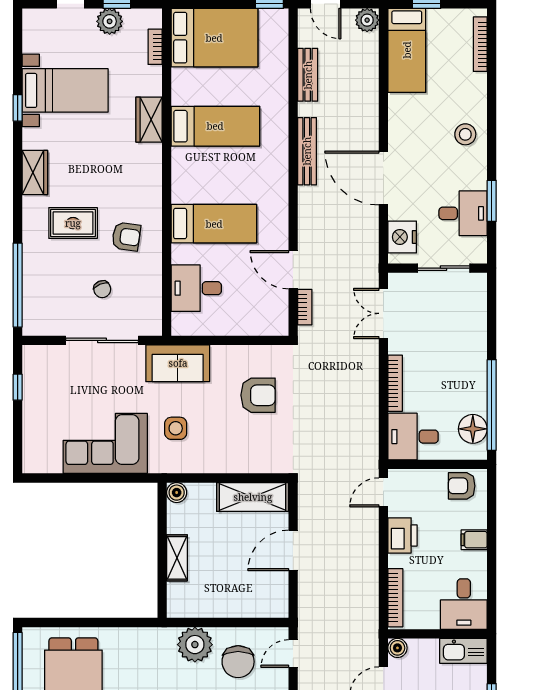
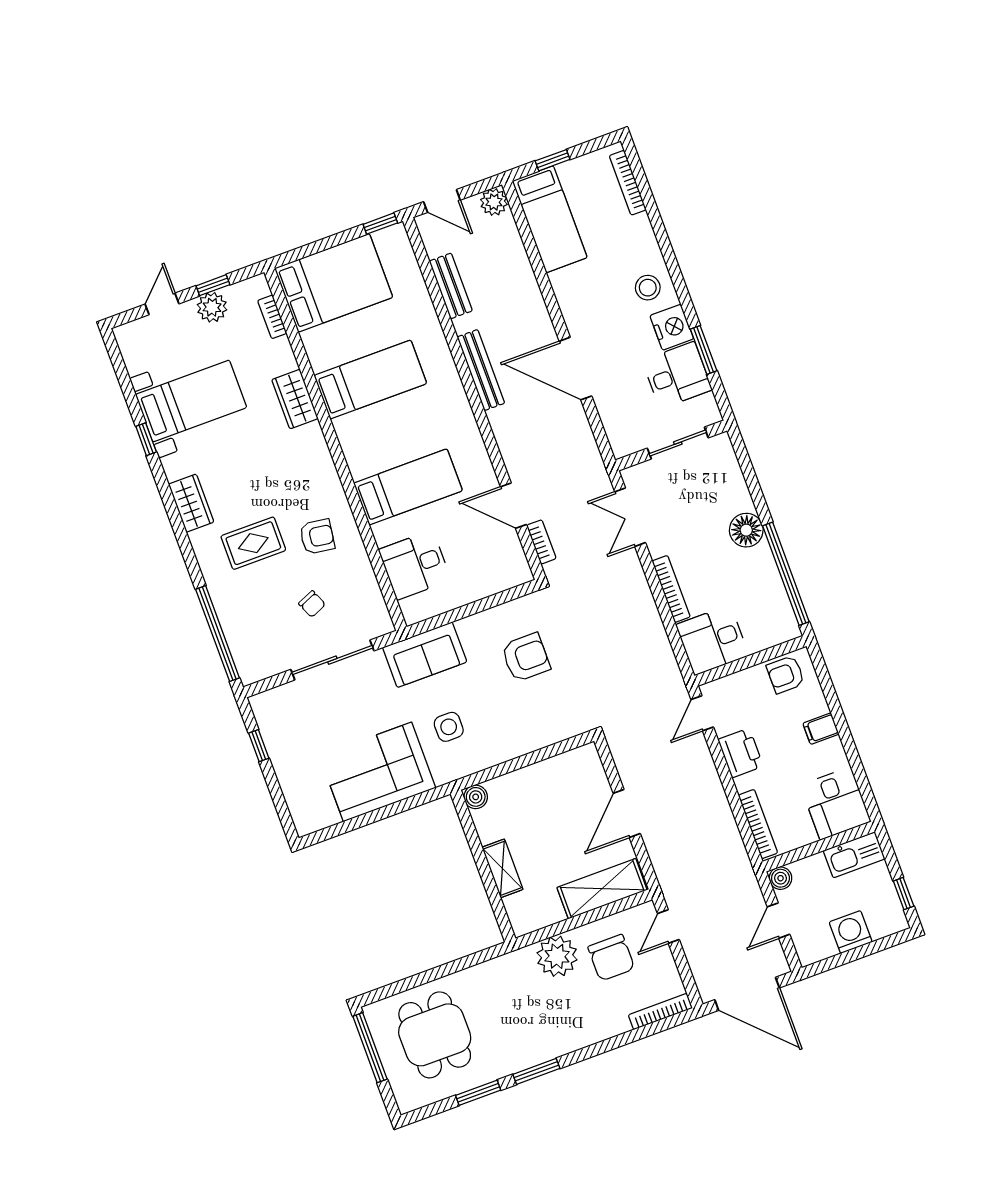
nightstand: (402, 237) -> (672, 327), moved, turned 180
floor lamp: (473, 429) -> (746, 530), moved
shelving: (253, 497) -> (602, 889), moved

